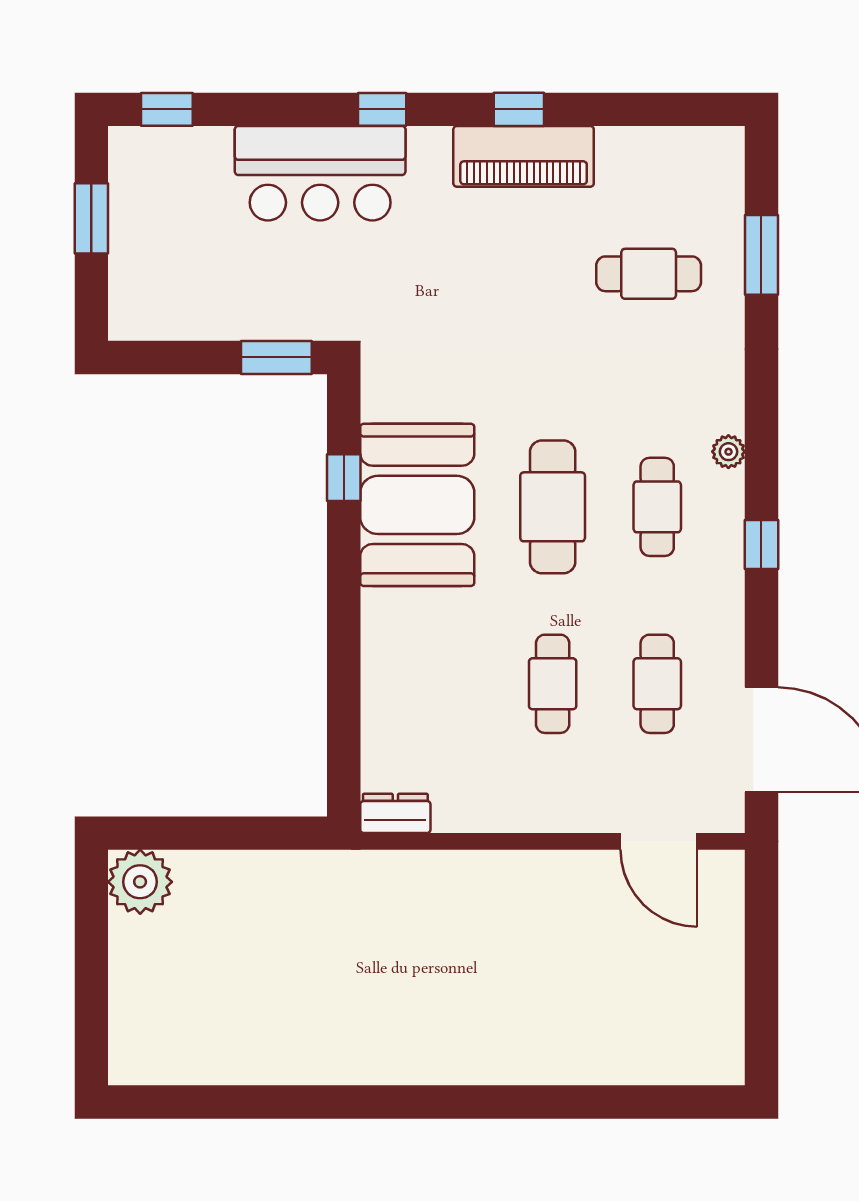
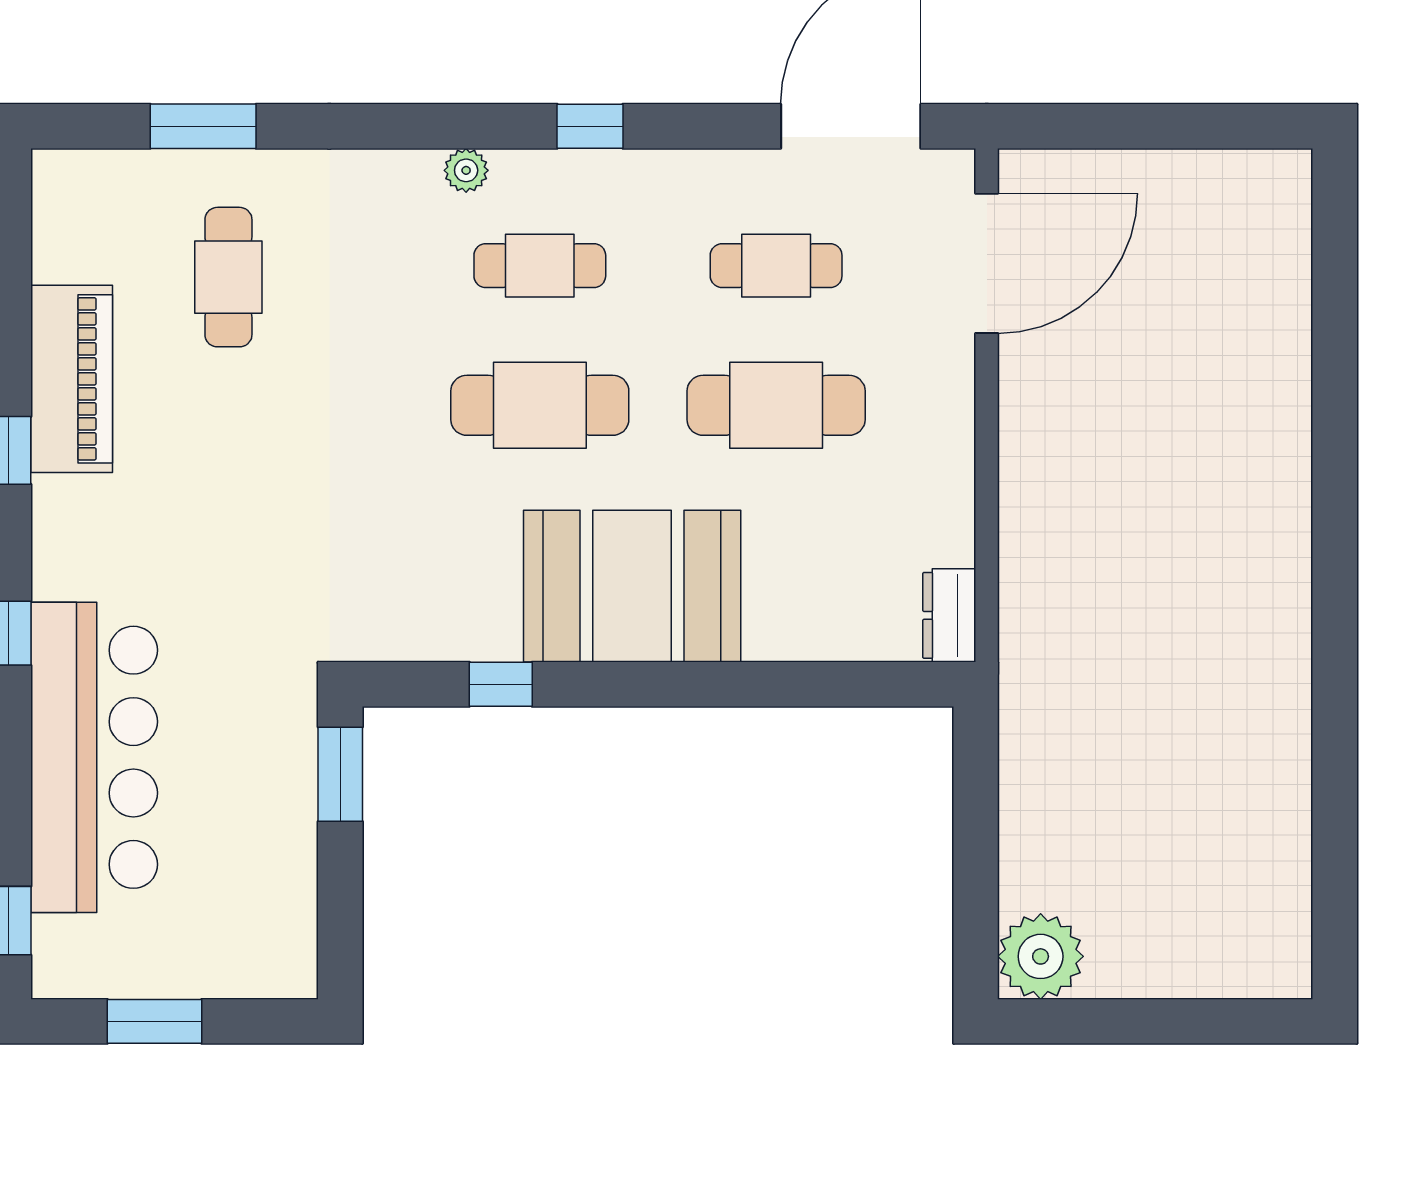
piano: (524, 156) -> (72, 379), moved
bar counter: (320, 173) -> (94, 757), width x1.36
booth: (417, 505) -> (632, 586), moved
cafe table: (553, 684) -> (776, 405), width x1.37, depth x1.35
door: (659, 841) -> (987, 263), width x1.36

